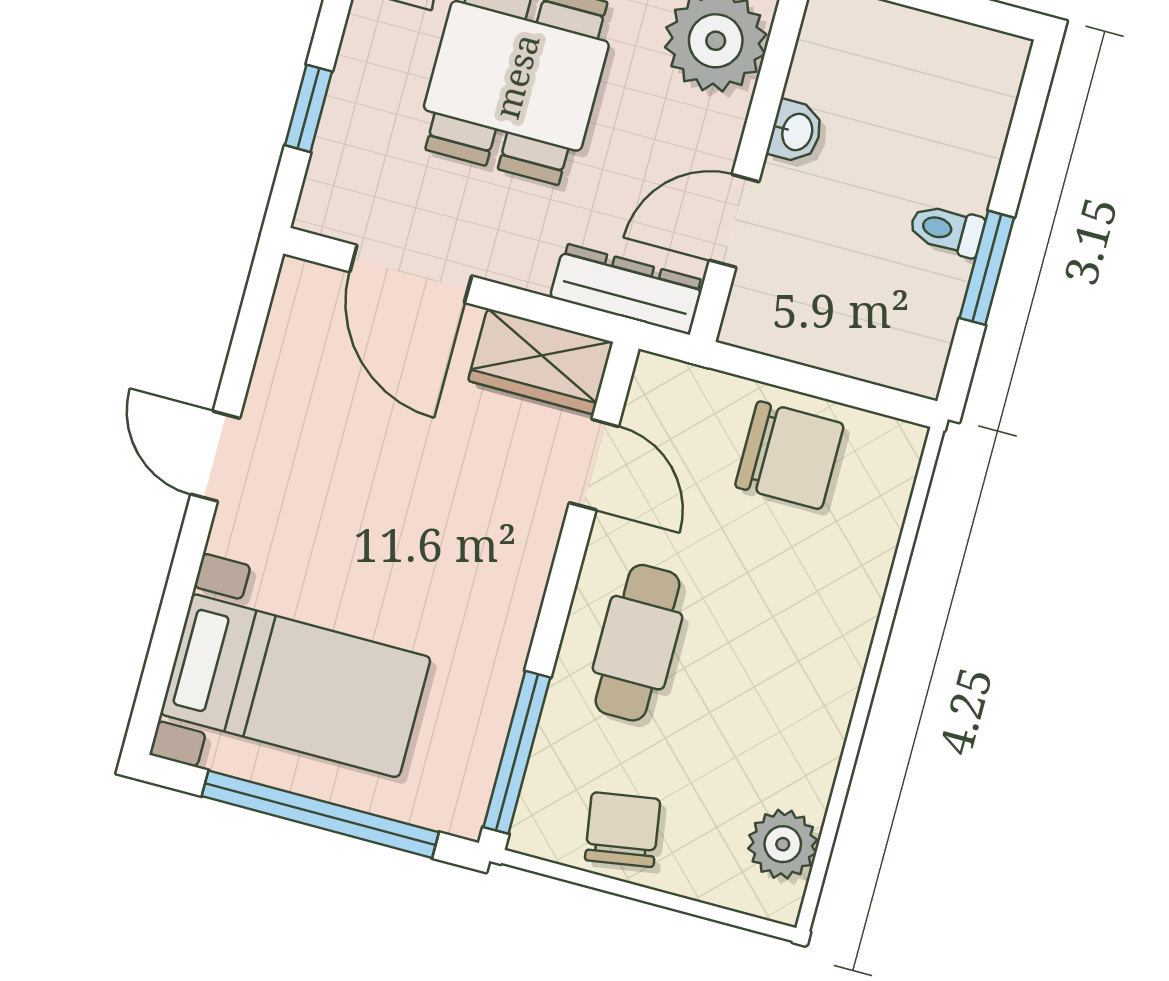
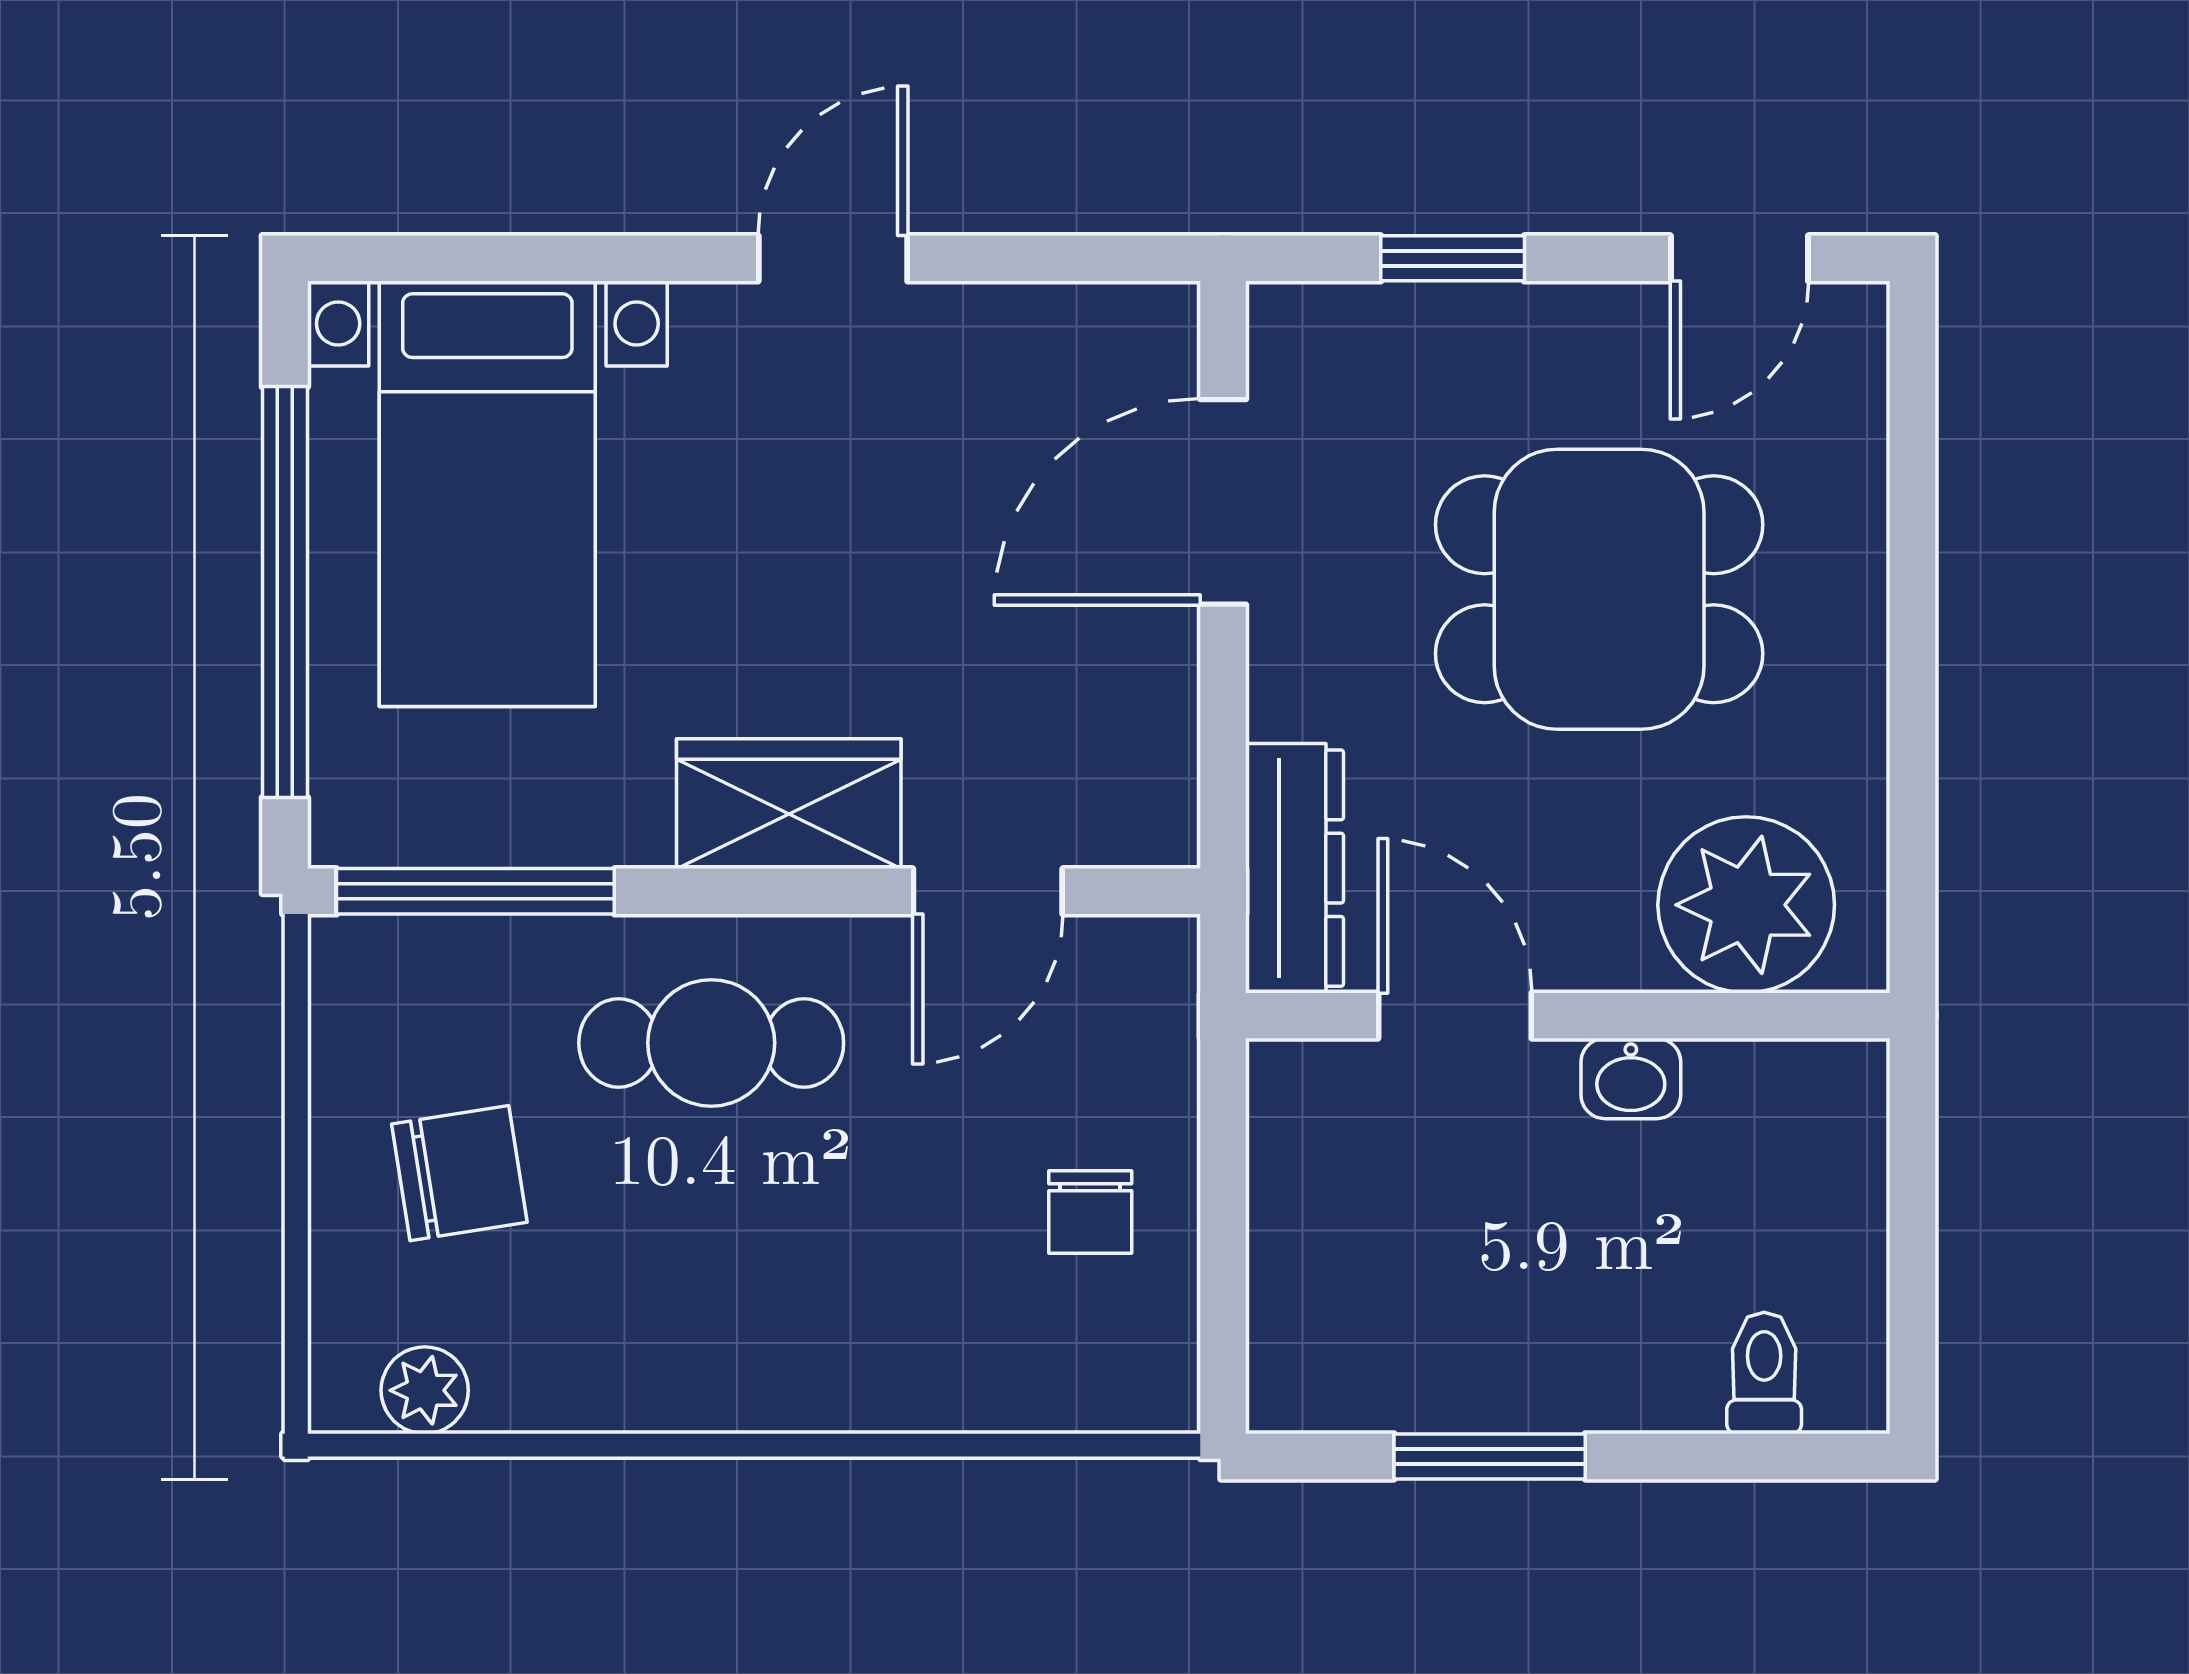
toilet: (947, 230) -> (1764, 1373), moved
wardrobe: (541, 361) -> (789, 804), moved, turned 90
chair: (789, 455) -> (1090, 1212), width x0.54, depth x0.54
chair: (623, 830) -> (459, 1173), moved
plant: (783, 844) -> (425, 1390), width x0.73, depth x0.73

